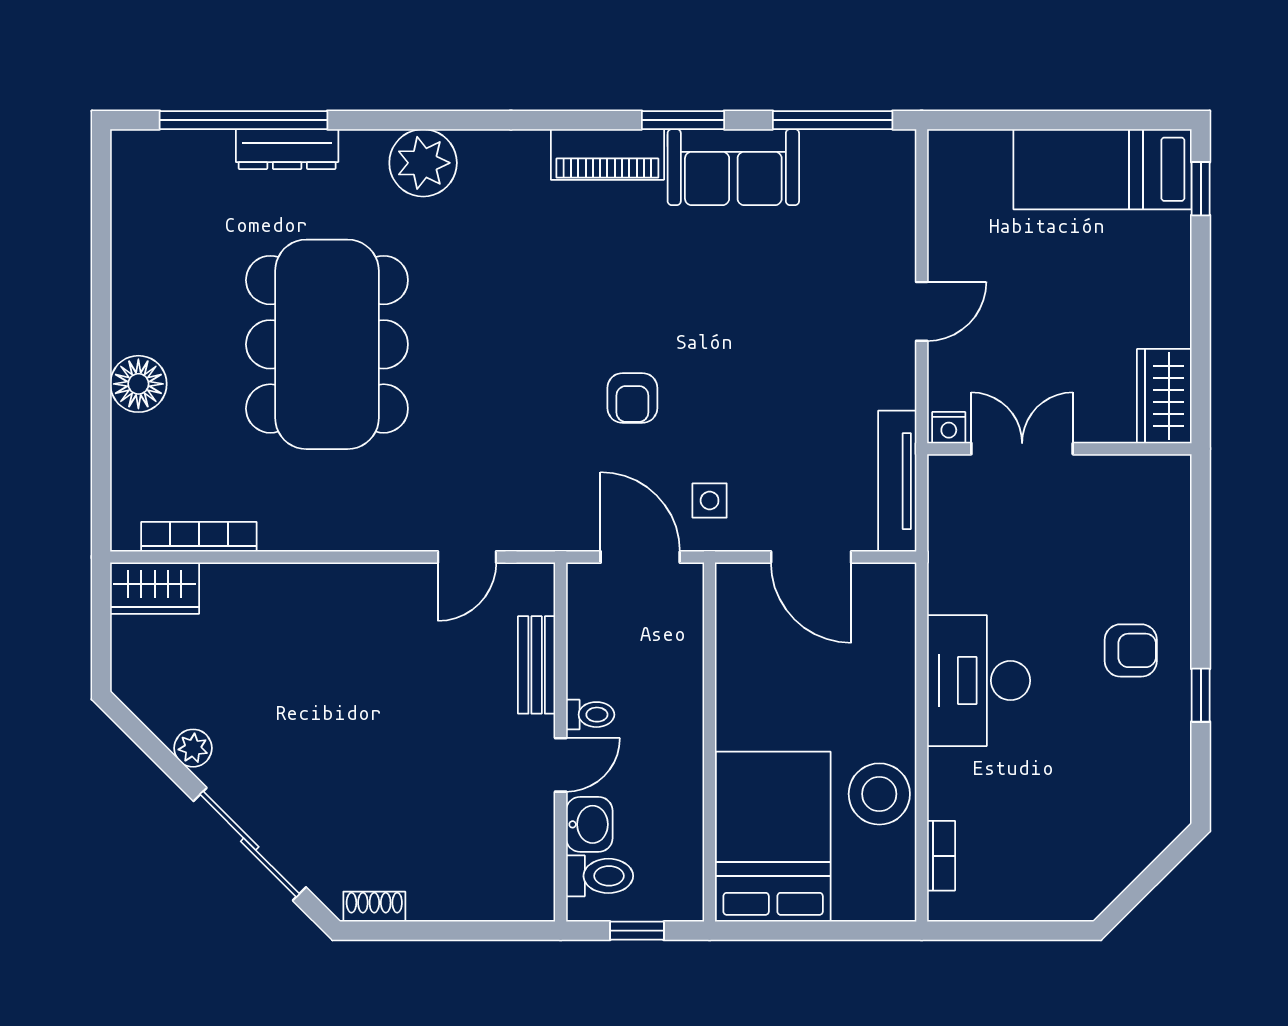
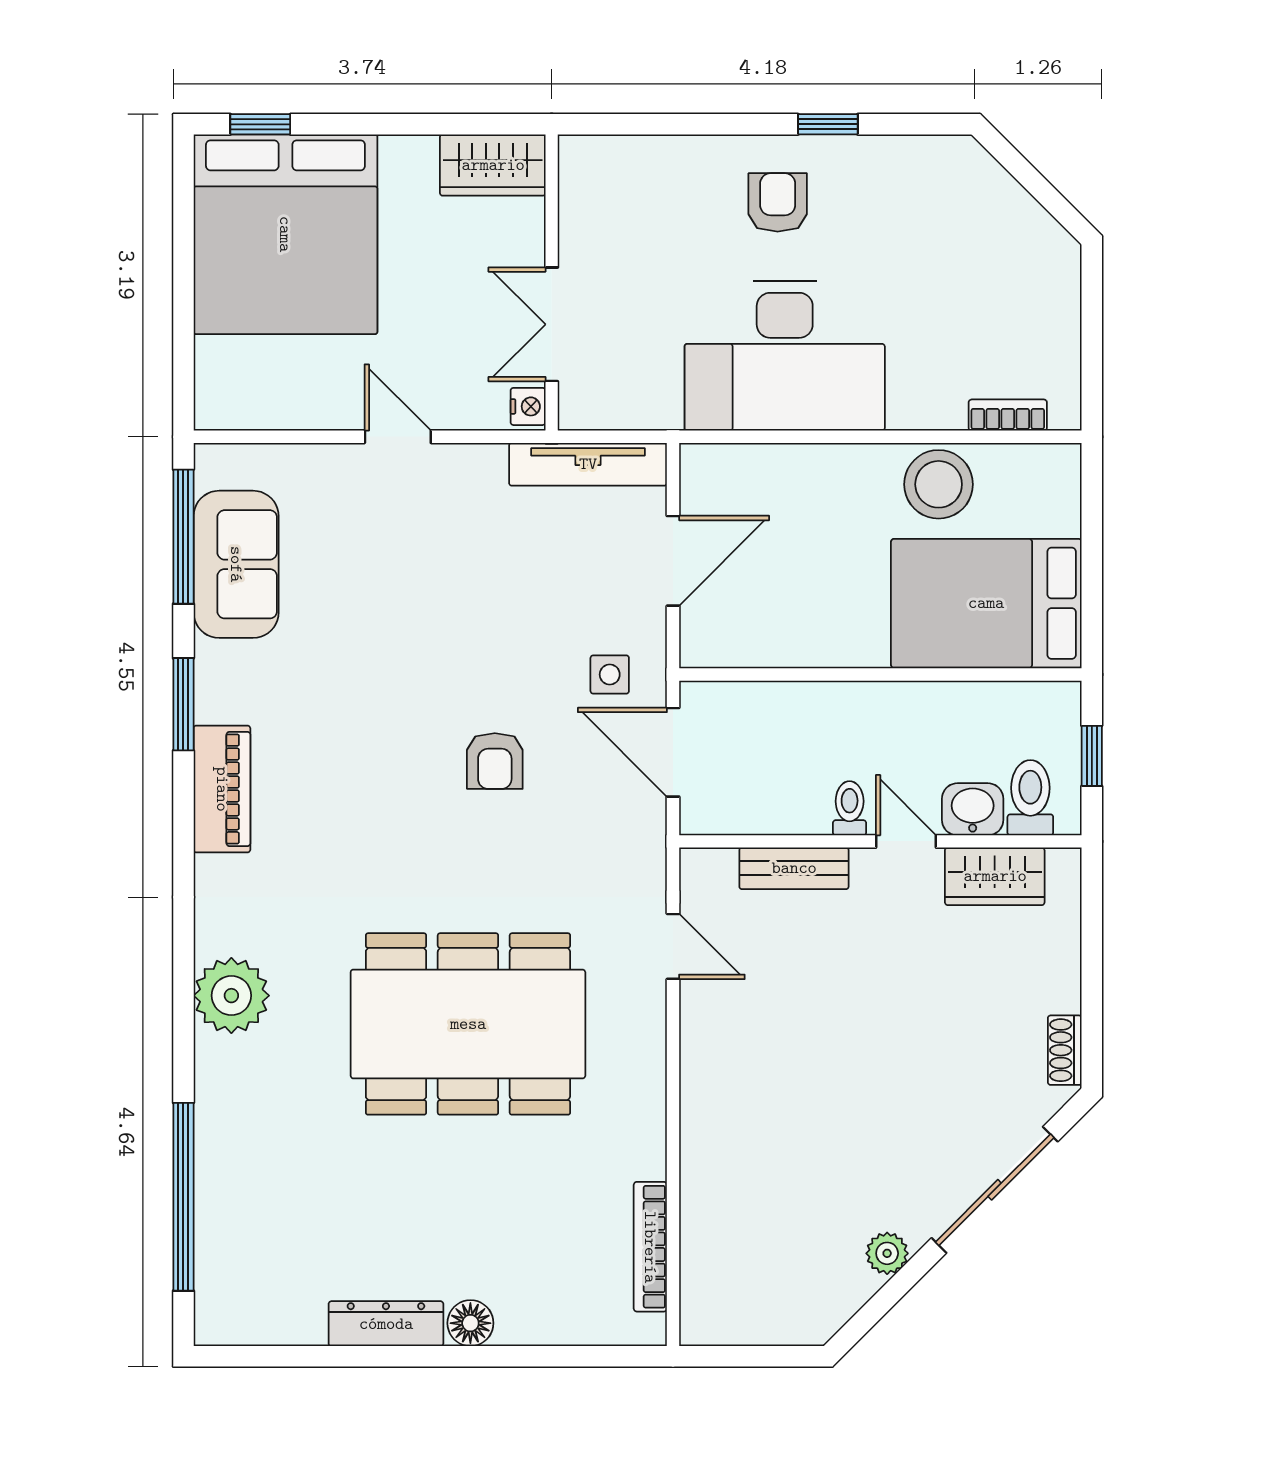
dresser: (287, 149) -> (386, 1324), moved, turned -90
sofa: (733, 167) -> (236, 564), moved
bed: (1102, 169) -> (285, 234), width x2.04
dining table: (327, 344) -> (468, 1024), moved
floor lamp: (138, 384) -> (470, 1323), width x0.73, depth x0.73
armchair: (632, 398) -> (495, 761), turned 90
door: (640, 557) -> (673, 752), hinge flipped
wardrobe: (155, 588) -> (995, 876), moved, turned 90
desk: (979, 681) -> (785, 356), width x1.36, depth x1.30

